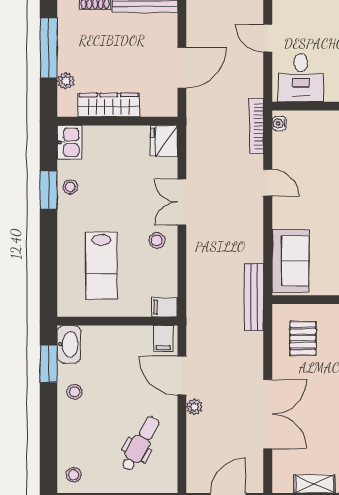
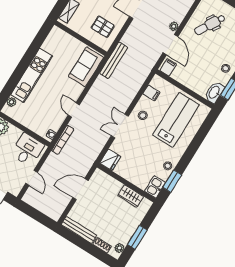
window: (49, 48) -> (137, 237), width x0.69
plant: (66, 81) -> (119, 248), moved
wardrobe: (109, 105) -> (130, 196), width x0.67
window: (49, 190) -> (172, 181), moved
double door: (182, 202) -> (120, 126), swing flipped
lab bench: (101, 265) -> (176, 120), width x1.36, depth x1.39
filing cabinet: (165, 307) -> (151, 93), moved
pallet: (303, 338) -> (103, 27), turned 90

